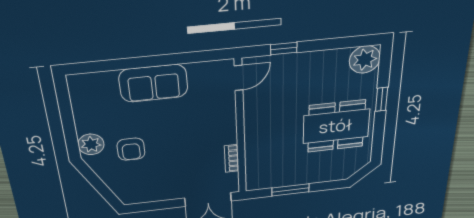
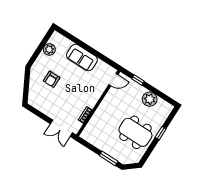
plant: (365, 60) -> (150, 99), moved
plant: (91, 144) -> (49, 49), moved
window: (291, 190) -> (109, 158), moved

